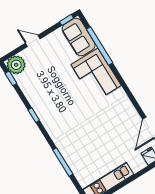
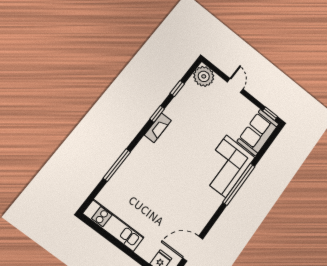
window: (100, 46) -> (239, 184), moved
window: (11, 78) -> (177, 88), moved
fireplace: (45, 119) -> (158, 128), added

